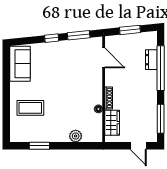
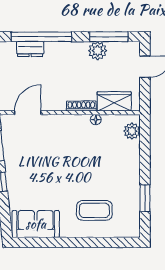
coffee table: (30, 108) -> (94, 210), turned 90
plant: (150, 110) -> (98, 51), added
plant: (76, 136) -> (132, 131), moved

